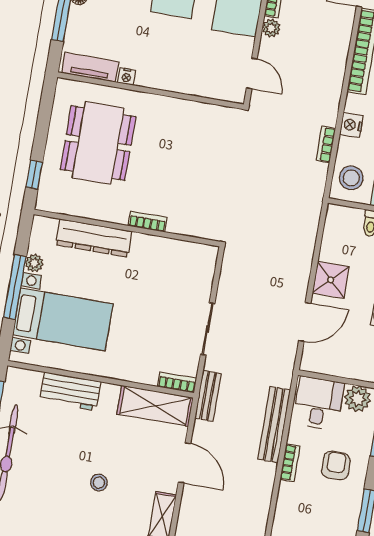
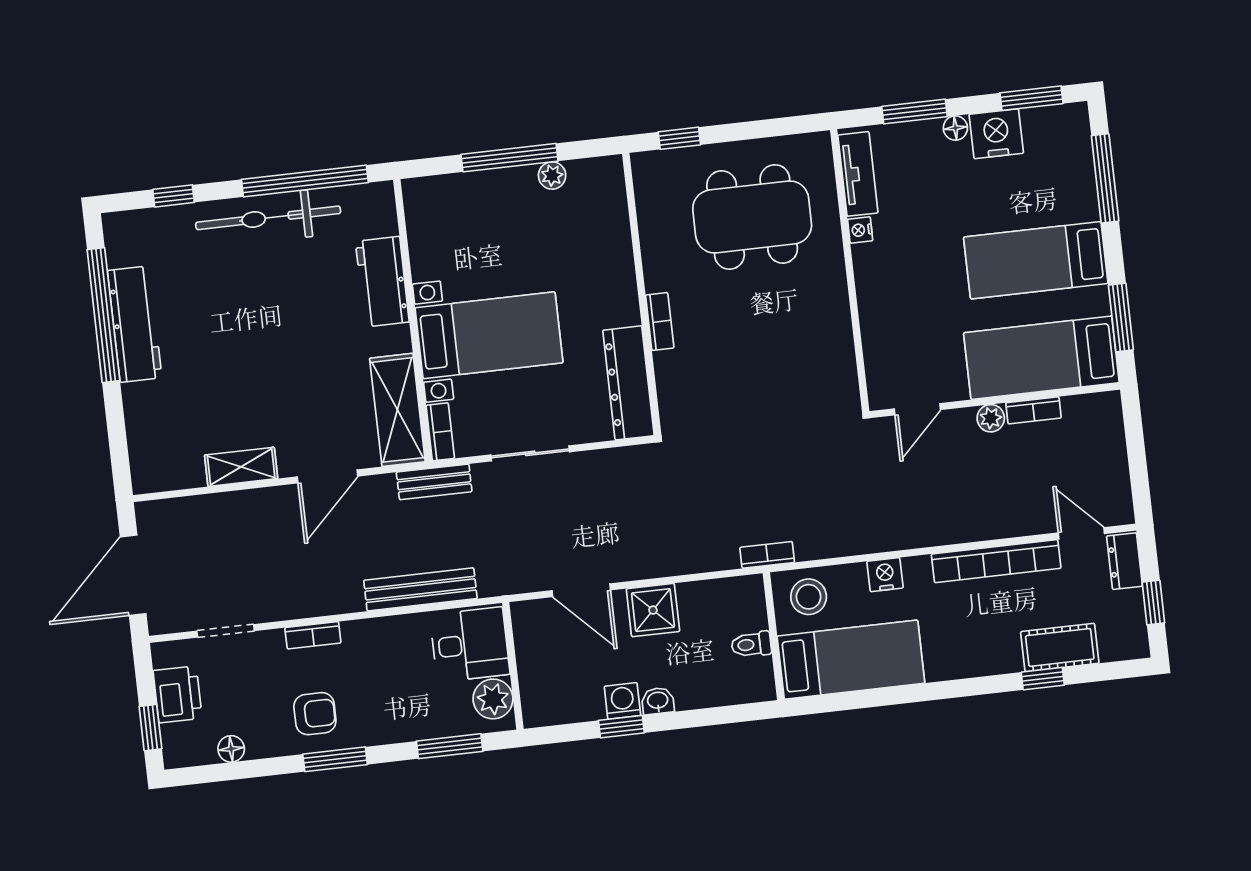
bookcase: (326, 144) -> (767, 555), moved
dresser: (94, 238) -> (628, 383), moved
bed with nightstands: (63, 319) -> (489, 335), moved, turned -90
bookcase: (290, 463) -> (313, 635), moved
armchair: (336, 466) -> (315, 714), moved
stool: (99, 482) -> (263, 361), removed

